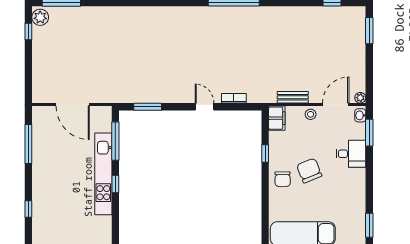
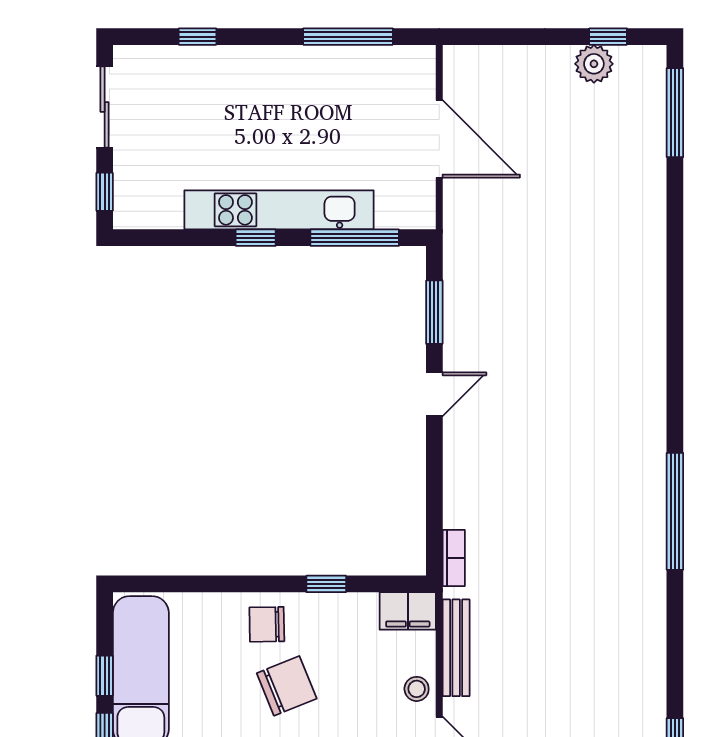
plant: (40, 17) -> (594, 64), moved
bench: (293, 97) -> (456, 648), width x1.36
bookcase: (234, 98) -> (454, 558), moved
door: (73, 105) -> (439, 139), swing flipped
door: (205, 107) -> (434, 394), moved

